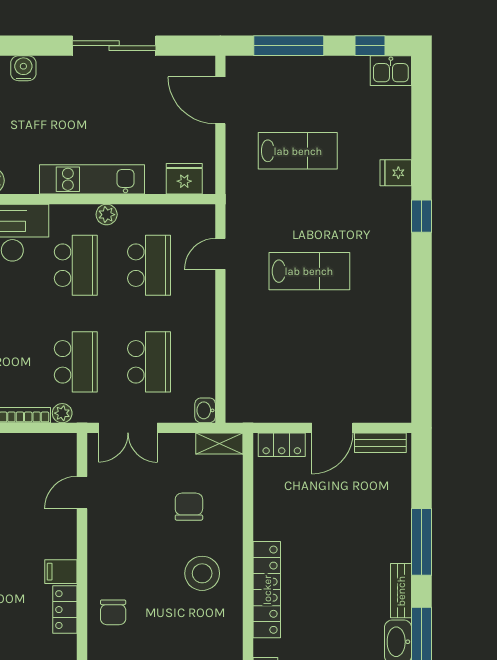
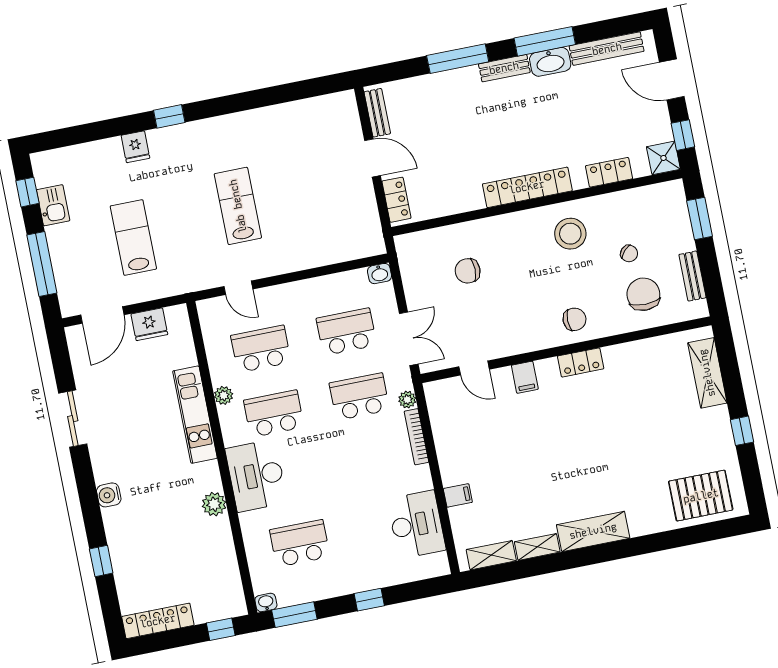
sliding door: (114, 46) -> (73, 419), width x0.73
kitchen sink: (391, 71) -> (53, 205), moved
fridge: (184, 179) -> (149, 324), moved, turned -90
shelving: (219, 444) -> (406, 255), removed
filing cabinet: (61, 572) -> (525, 377), moved
stool: (202, 573) -> (570, 234), moved

